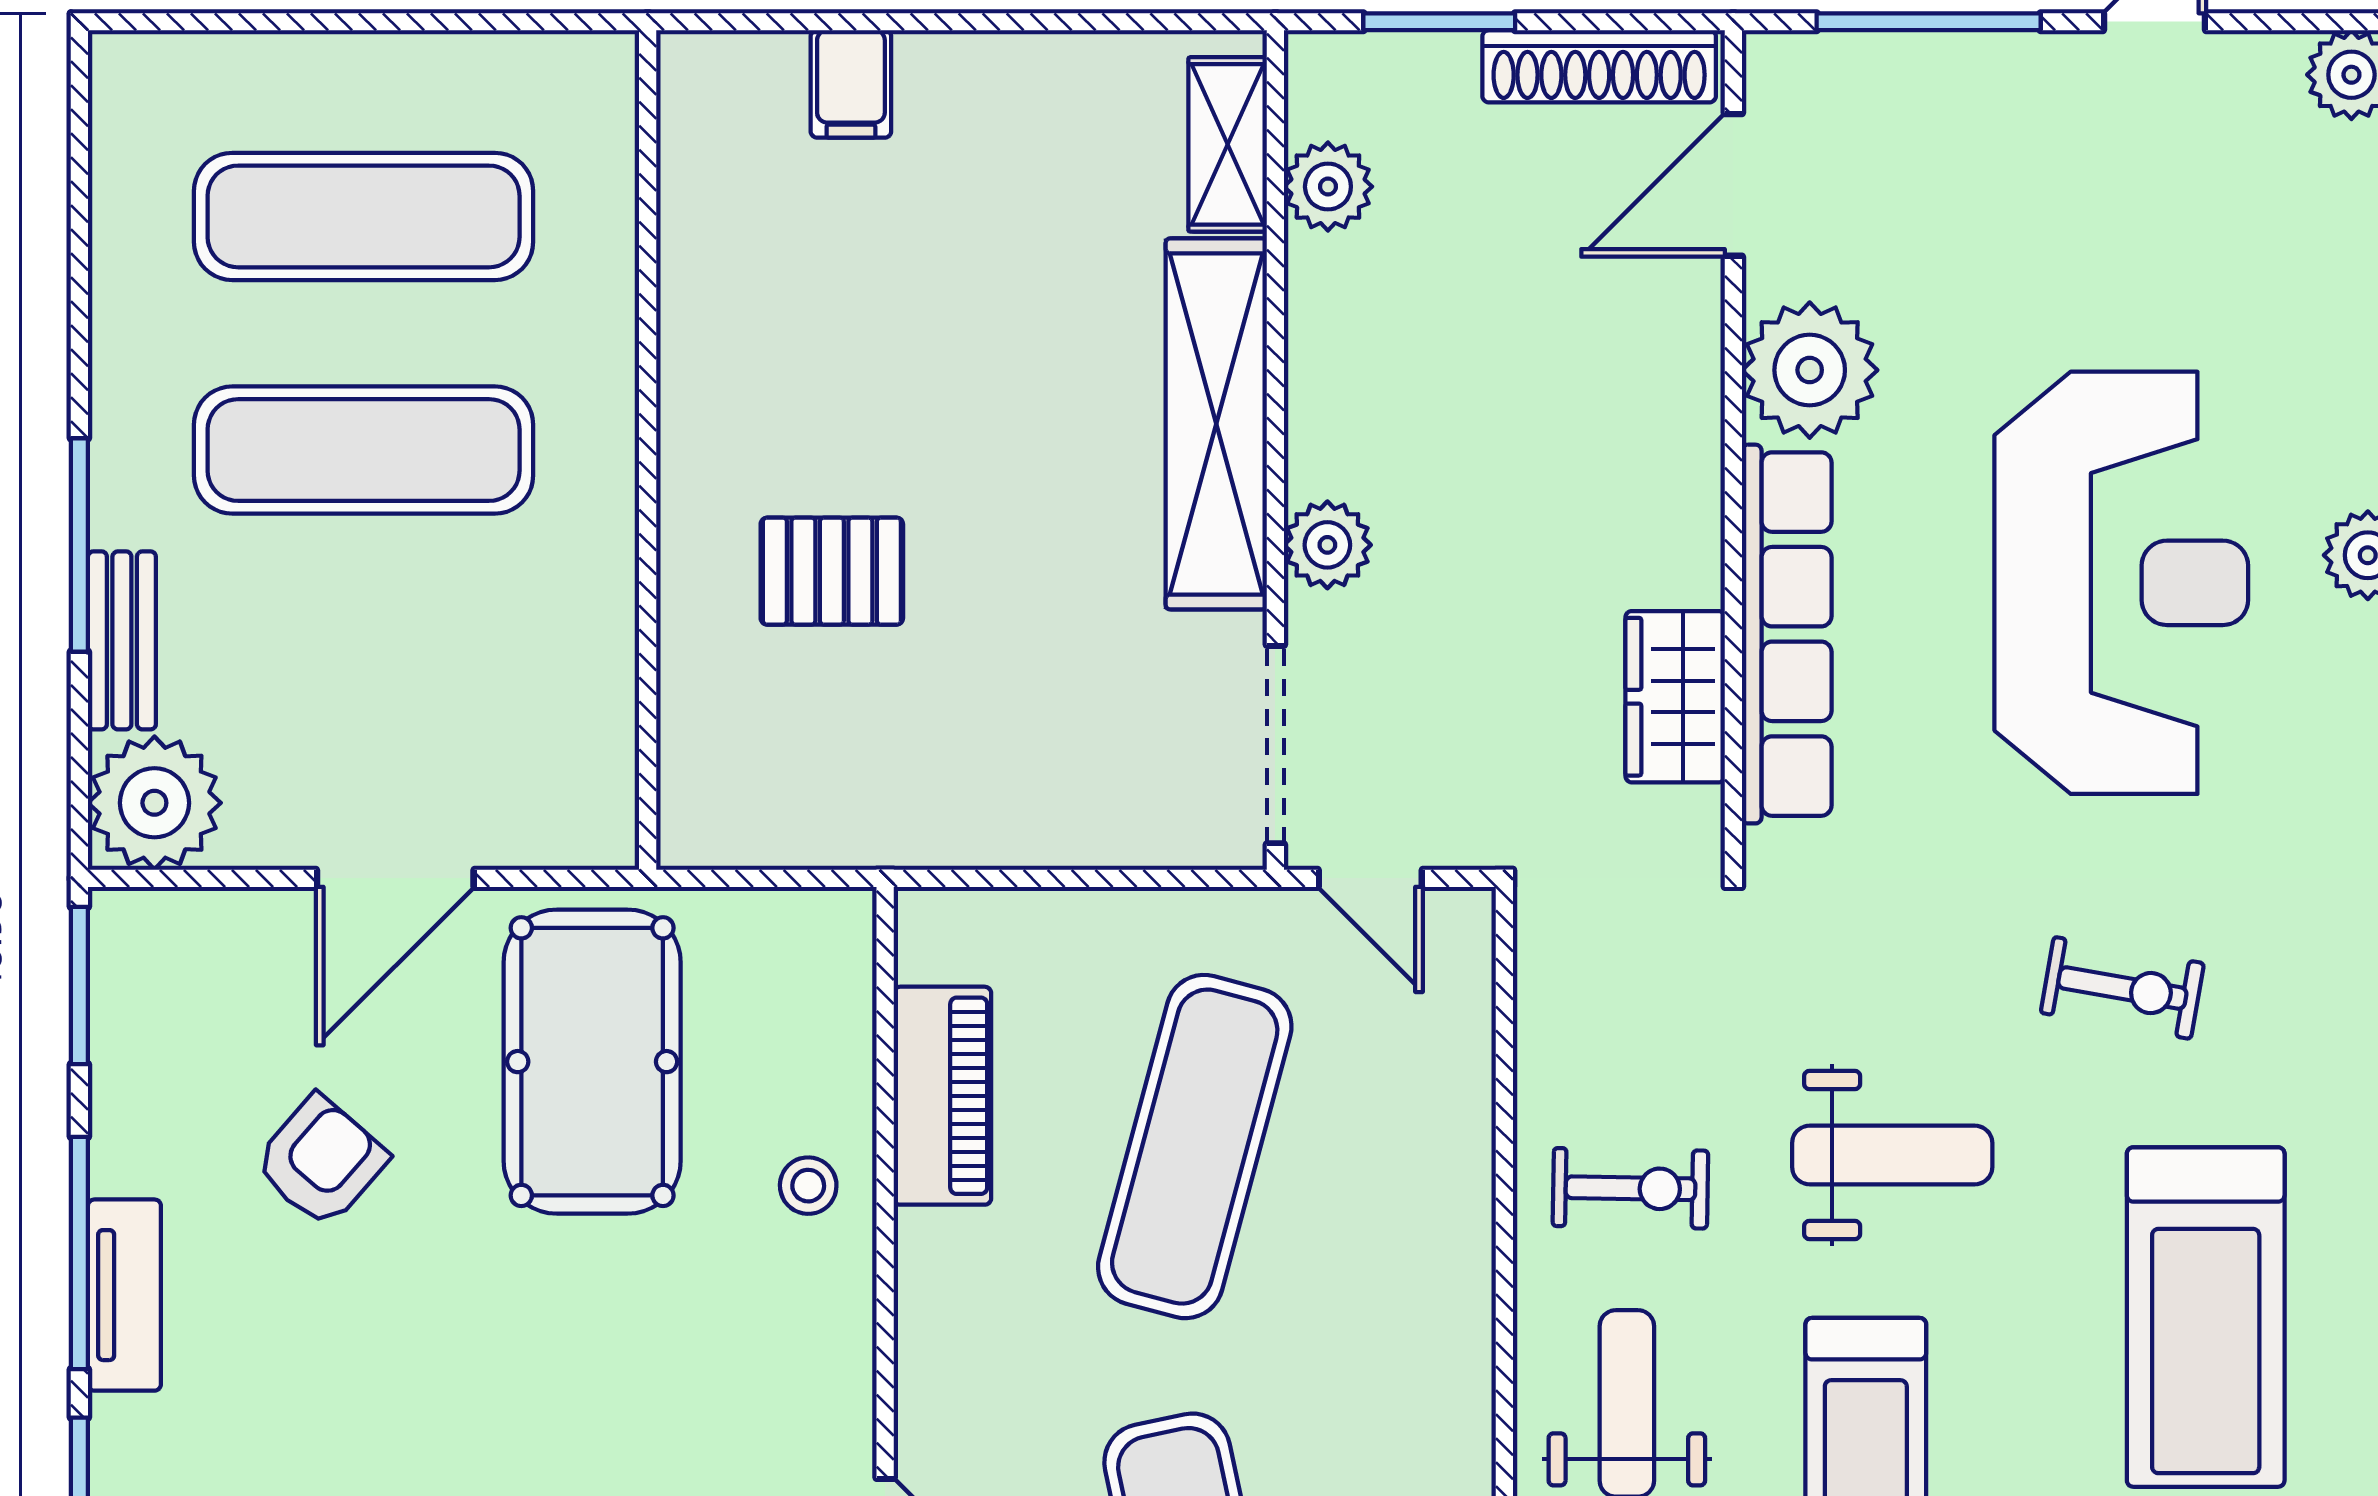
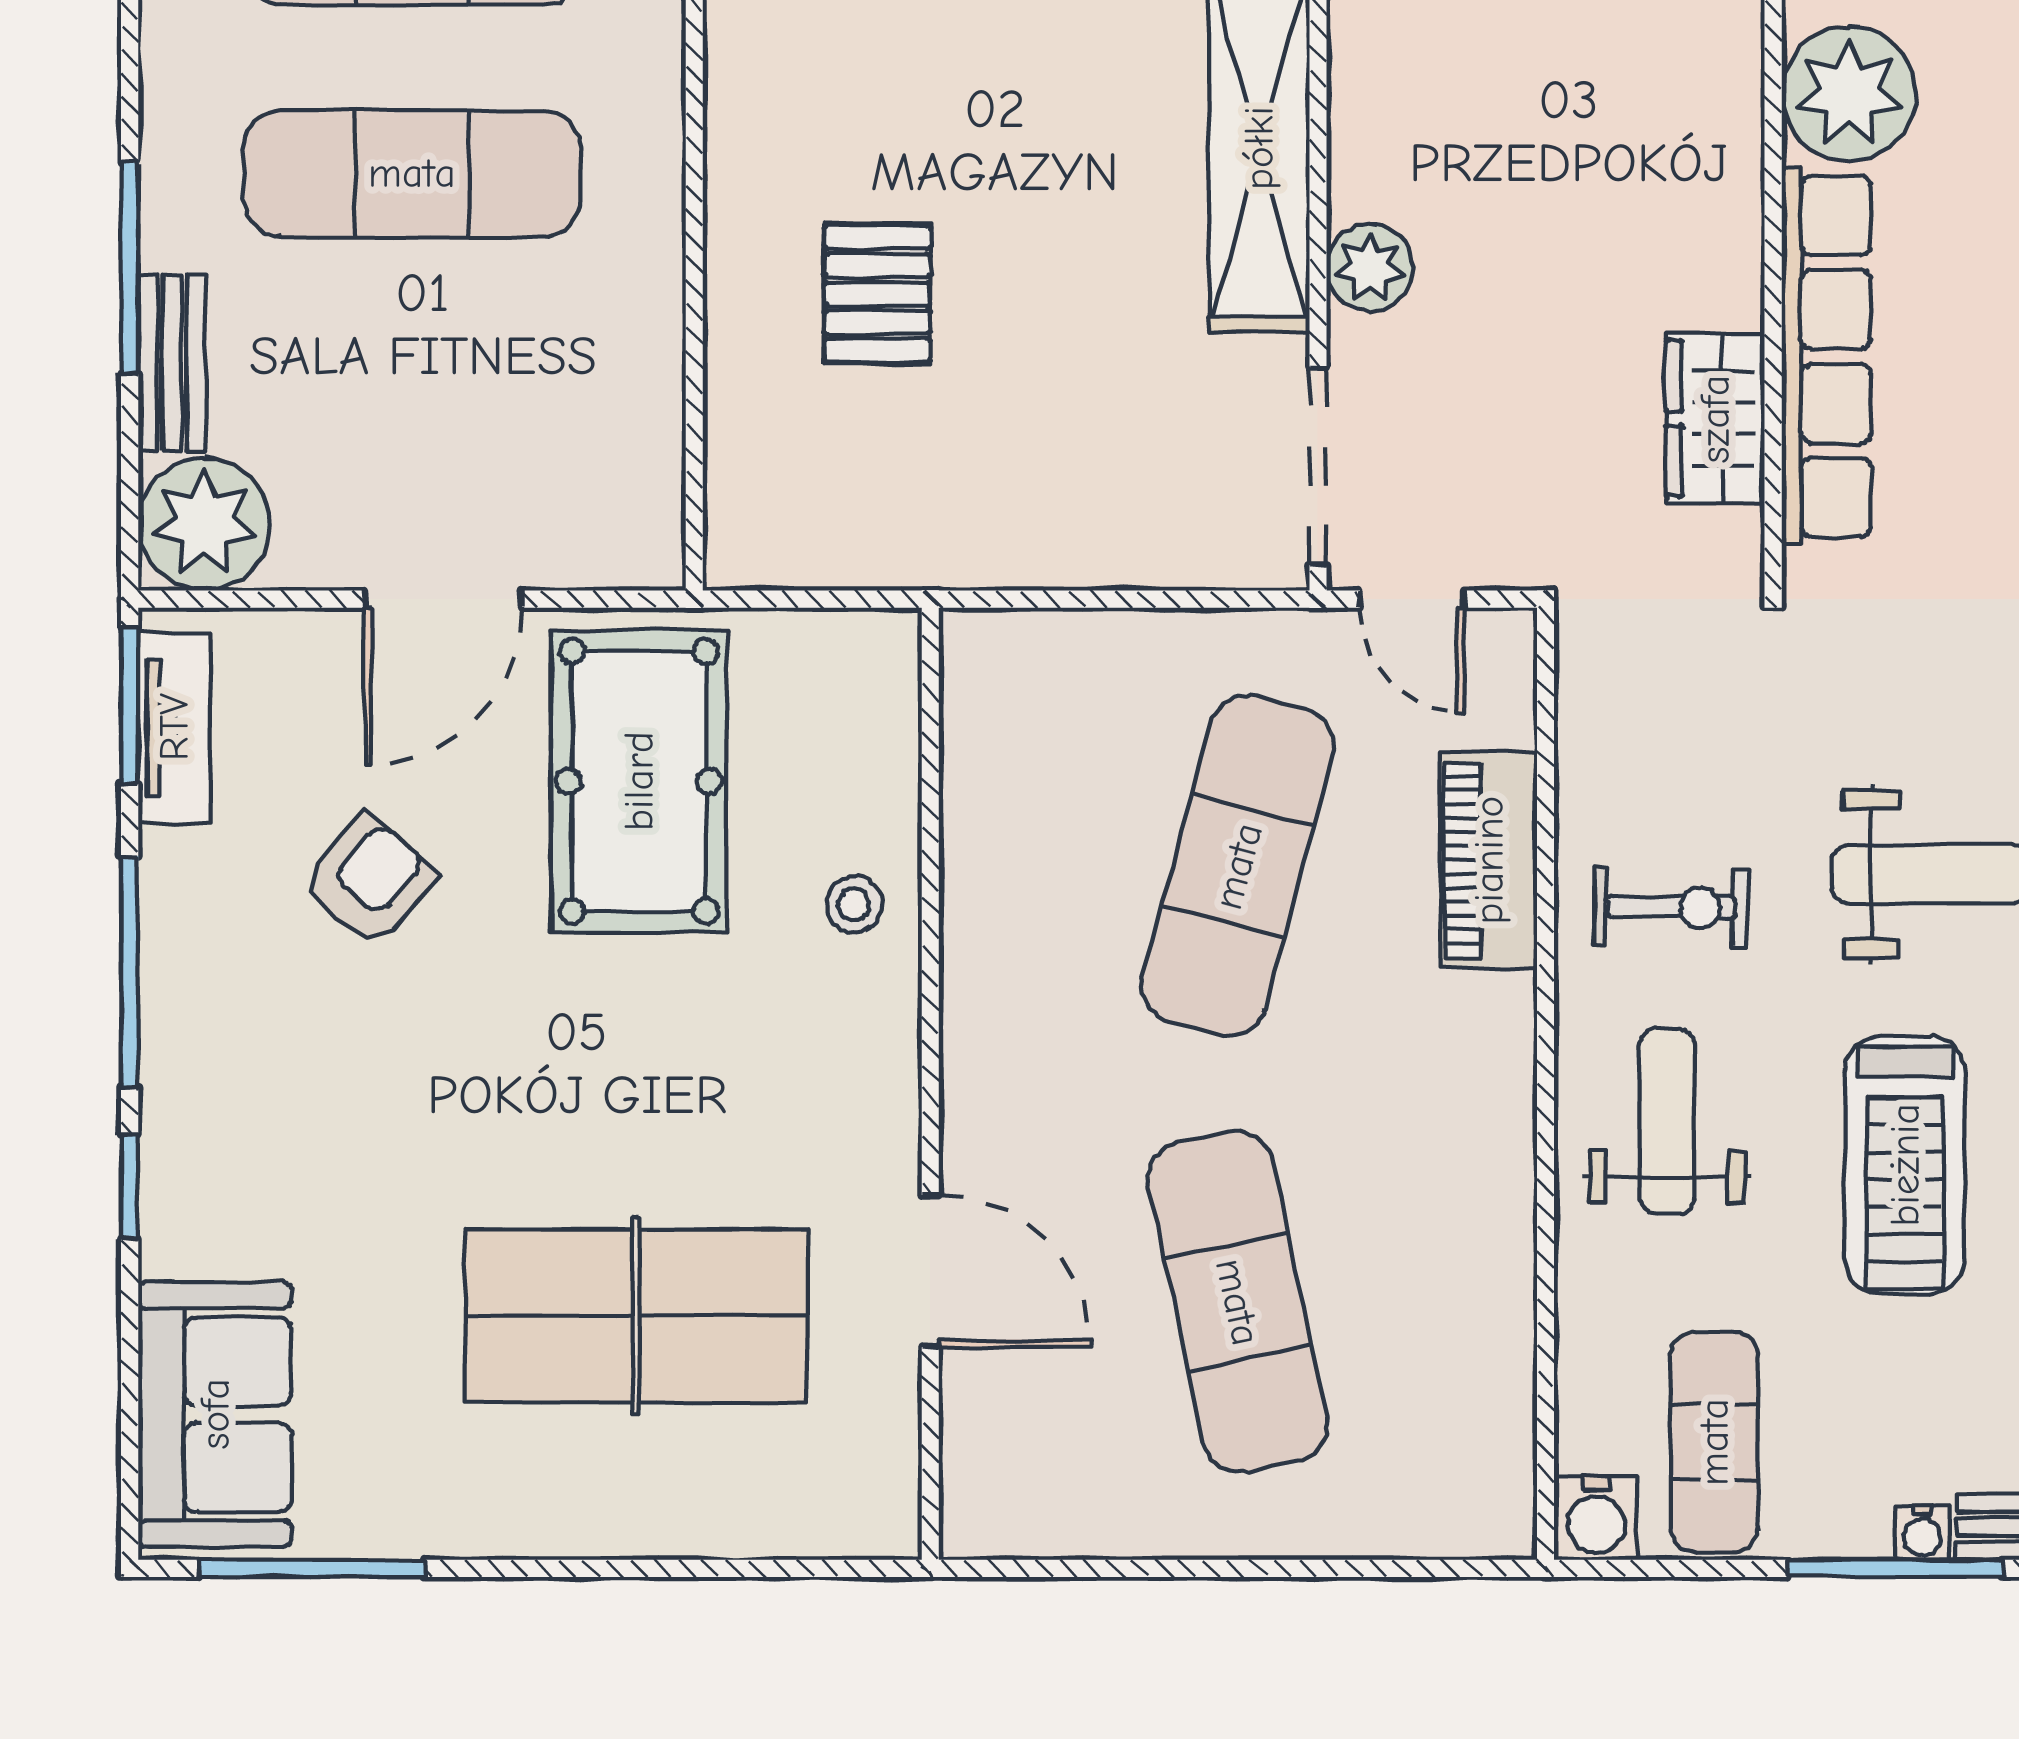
pallet: (832, 571) -> (877, 294), turned 90
piano: (942, 1096) -> (1489, 860), moved, turned 180
tv unit: (124, 1295) -> (174, 727), moved

